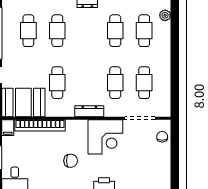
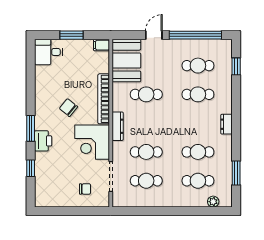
bookcase: (40, 125) -> (104, 99), moved
chair: (162, 137) -> (85, 189), moved
chair: (71, 161) -> (68, 108), turned 129

